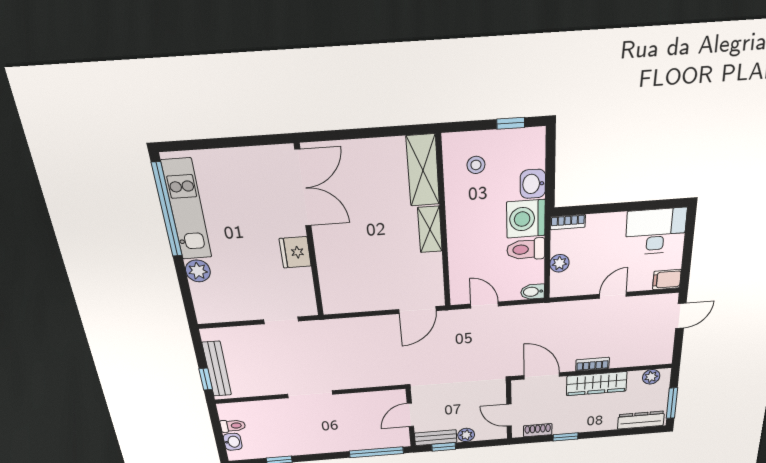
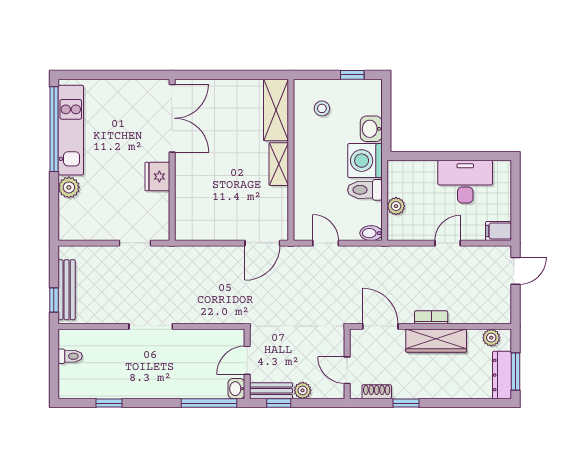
bookcase: (568, 222) -> (403, 167), removed
desk: (656, 231) -> (465, 182), moved
dresser: (641, 420) -> (502, 375), moved, turned -90
washbasin: (233, 442) -> (236, 389), moved, turned 180

